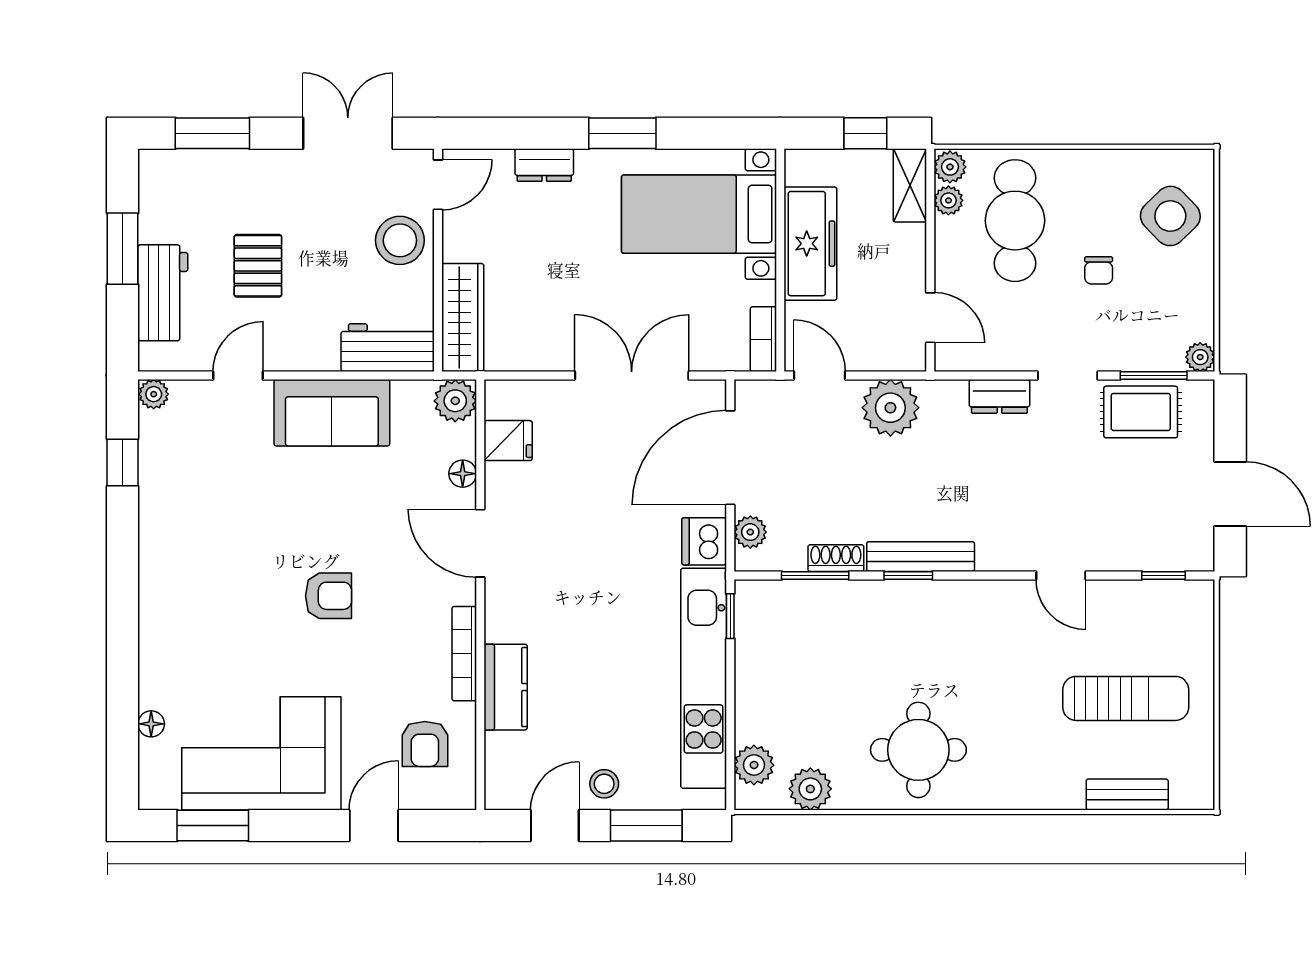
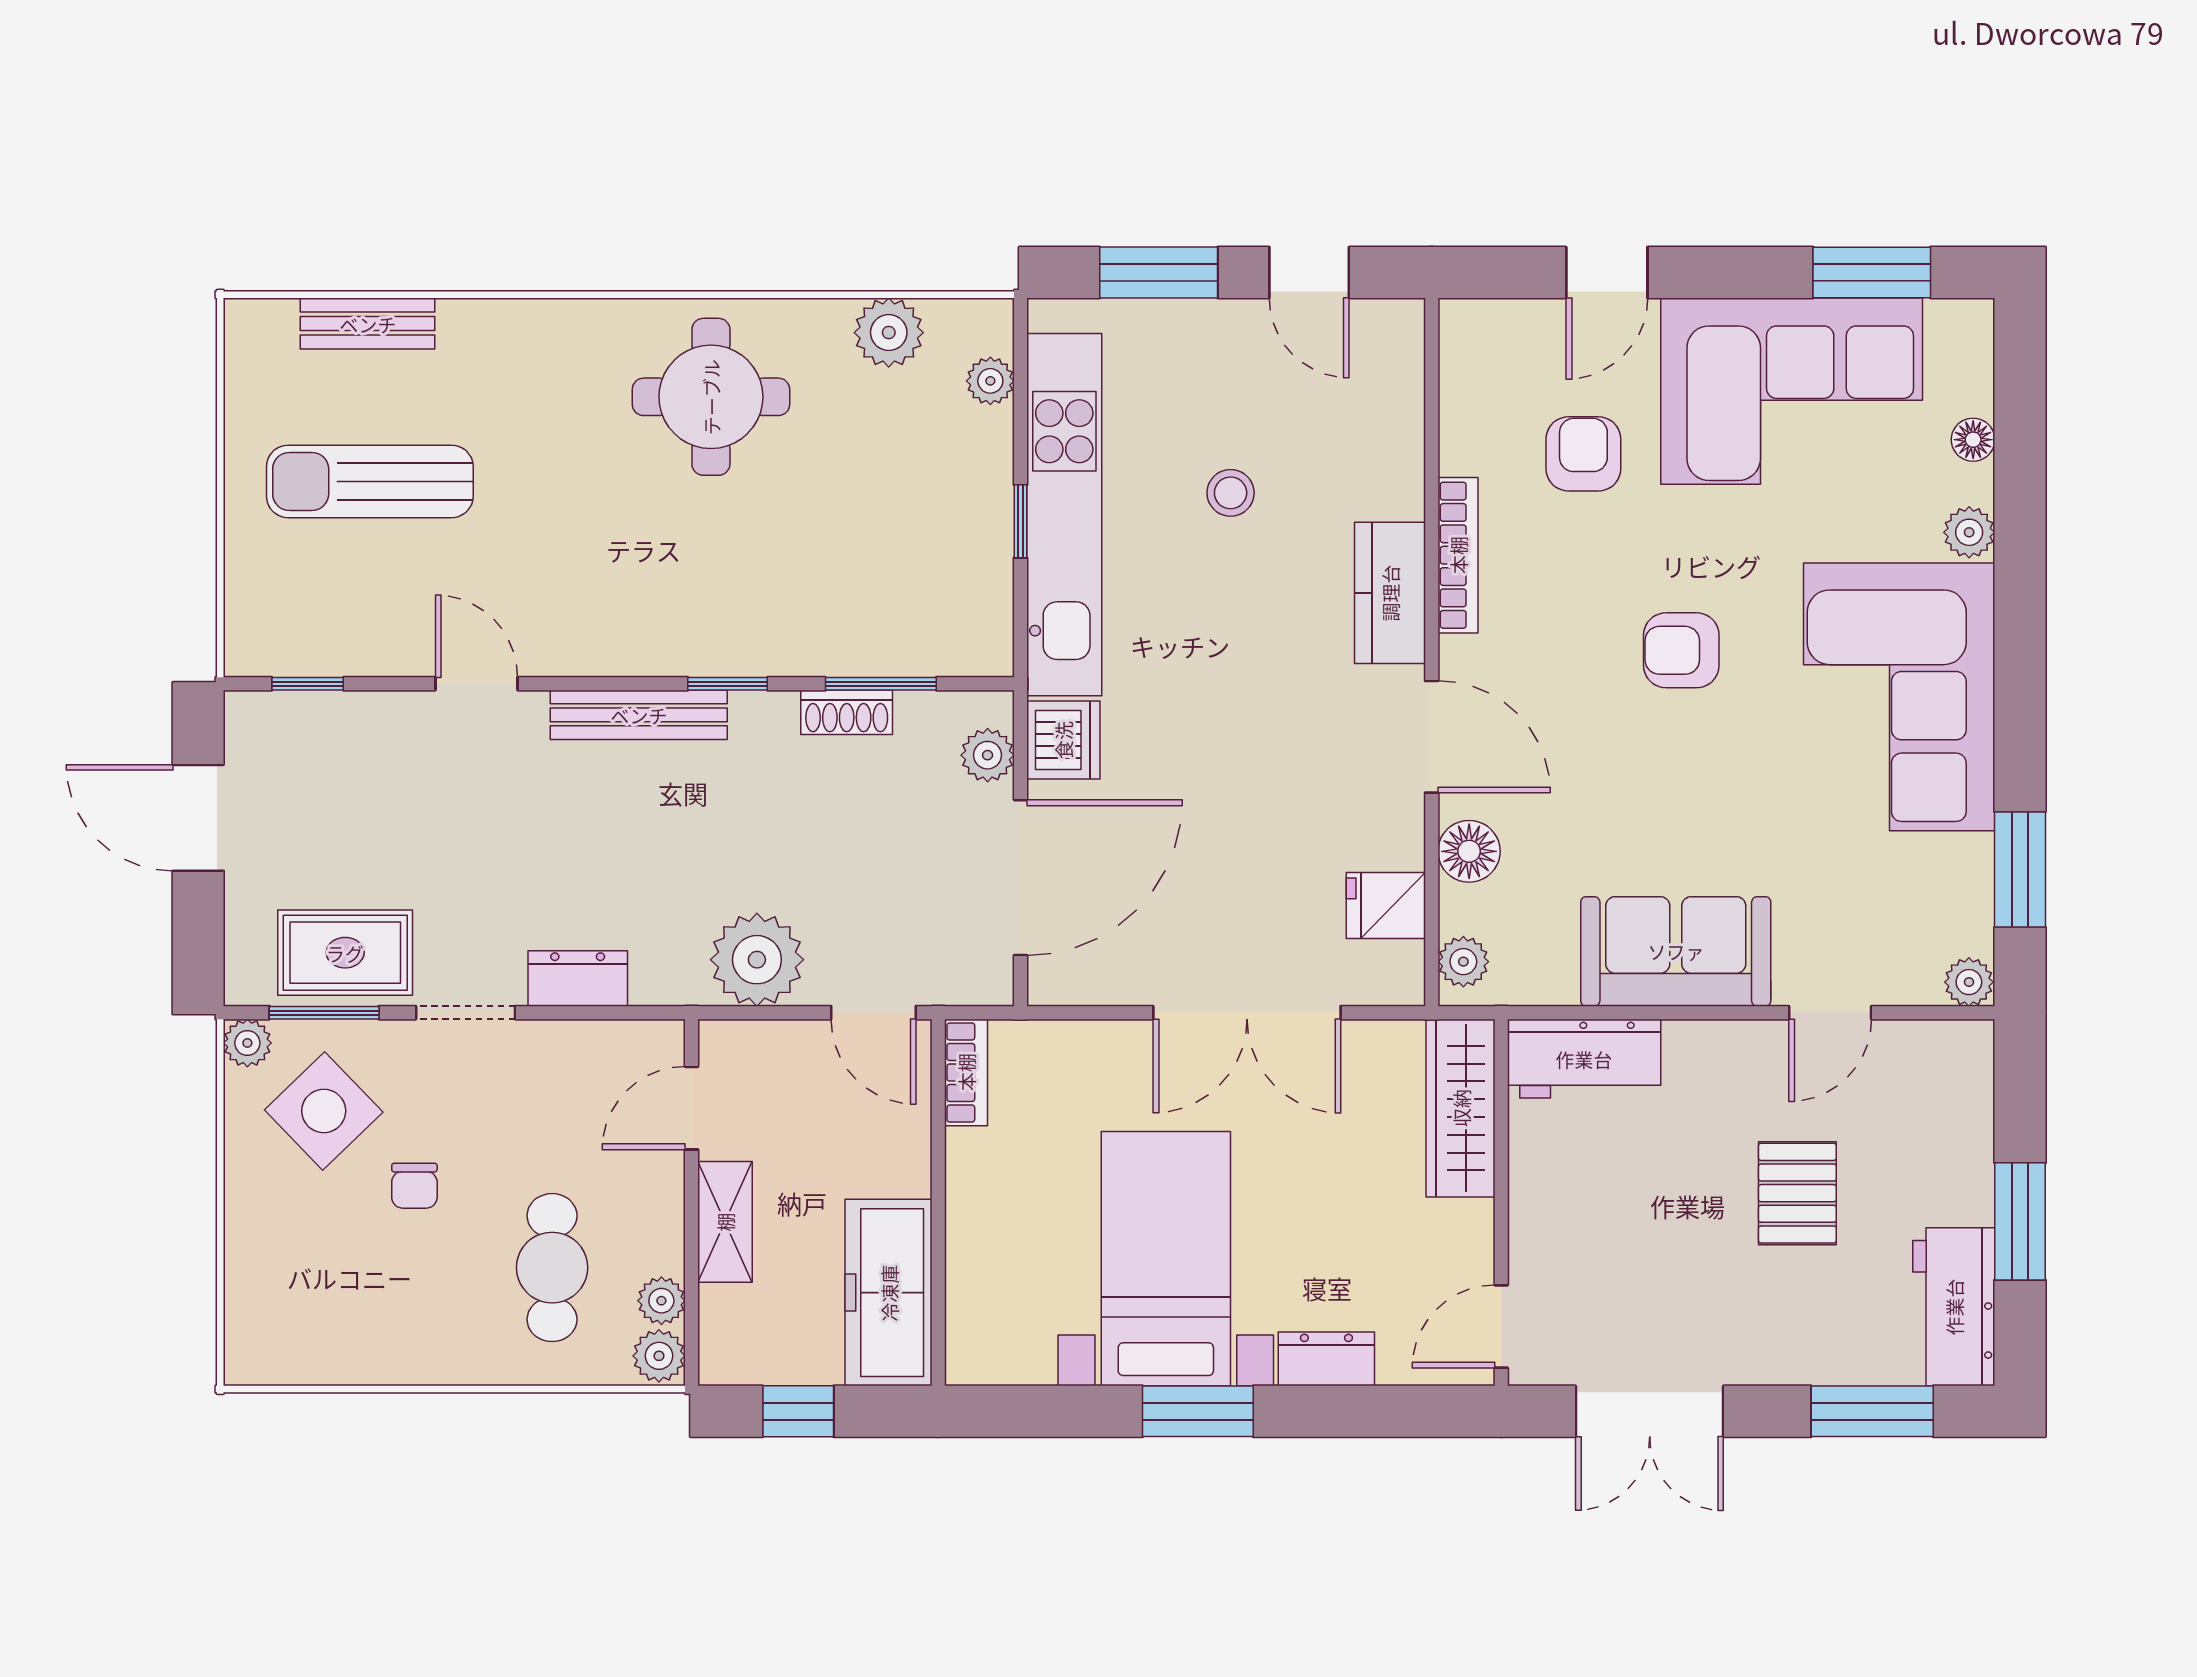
shelving: (910, 185) -> (725, 1222), moved
bed with nightstands: (699, 214) -> (1166, 1259), moved, turned -90
side table: (1170, 216) -> (324, 1111), moved
cafe table: (1015, 221) -> (552, 1268), width x0.73, depth x0.74
stool: (400, 240) -> (1564, 1235), removed
freezer: (810, 244) -> (889, 1293), moved
chair: (1099, 270) -> (414, 1186), turned 180
workbench: (163, 293) -> (1954, 1307), moved
door: (930, 318) -> (692, 1108), hinge flipped
double door: (632, 376) -> (1247, 1013), moved
plant: (455, 401) -> (1463, 962), width x0.73, depth x0.73
window: (123, 463) -> (2020, 869), width x1.50
floor lamp: (463, 474) -> (1469, 851), width x1.37, depth x1.37
bench: (921, 557) -> (639, 715), moved
corner sofa: (196, 567) -> (1899, 697), added
window: (730, 616) -> (1020, 521), moved
plant: (154, 668) -> (1969, 532), added
kitchen counter: (506, 687) -> (1390, 593), moved
armchair: (425, 744) -> (1583, 454), moved
plant: (754, 765) -> (990, 381), width x0.73, depth x0.73
stool: (604, 784) -> (1231, 493), moved
door: (555, 825) -> (1309, 273), hinge flipped

